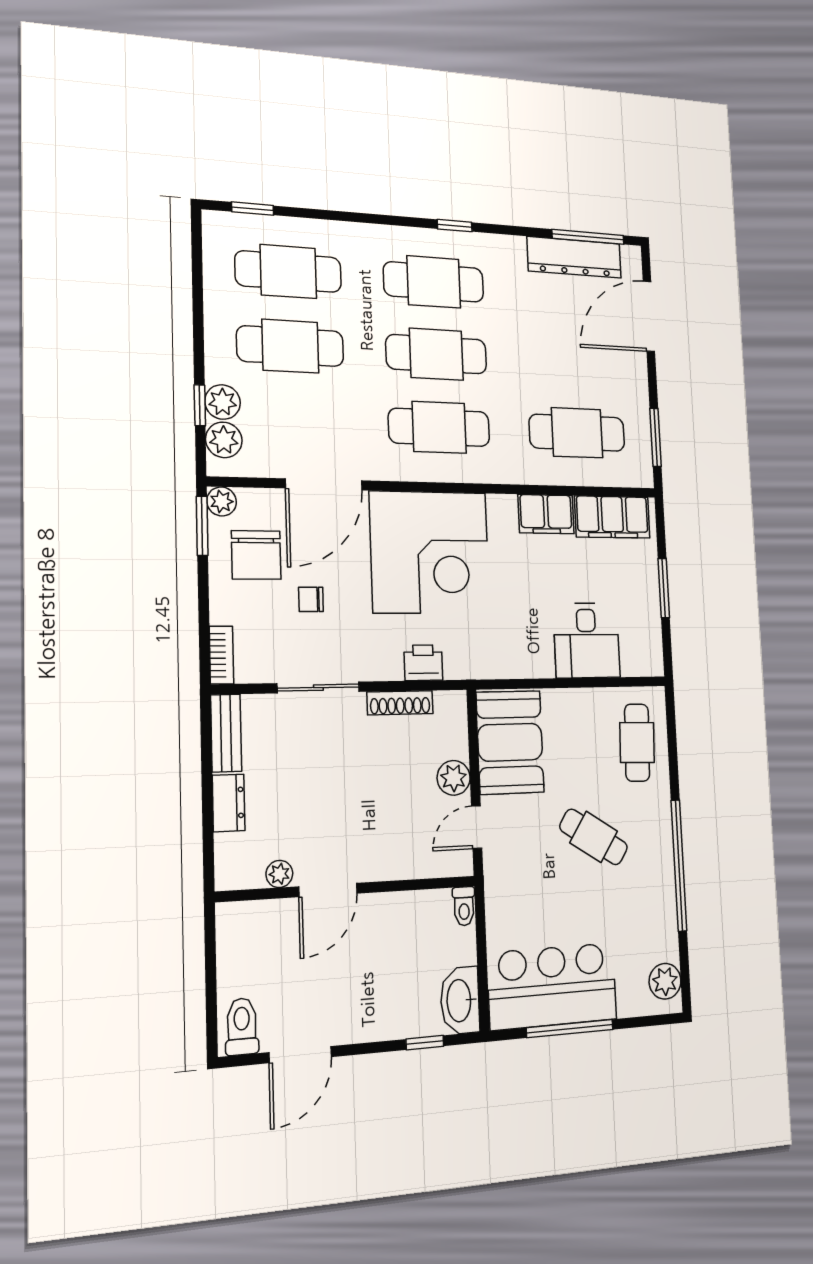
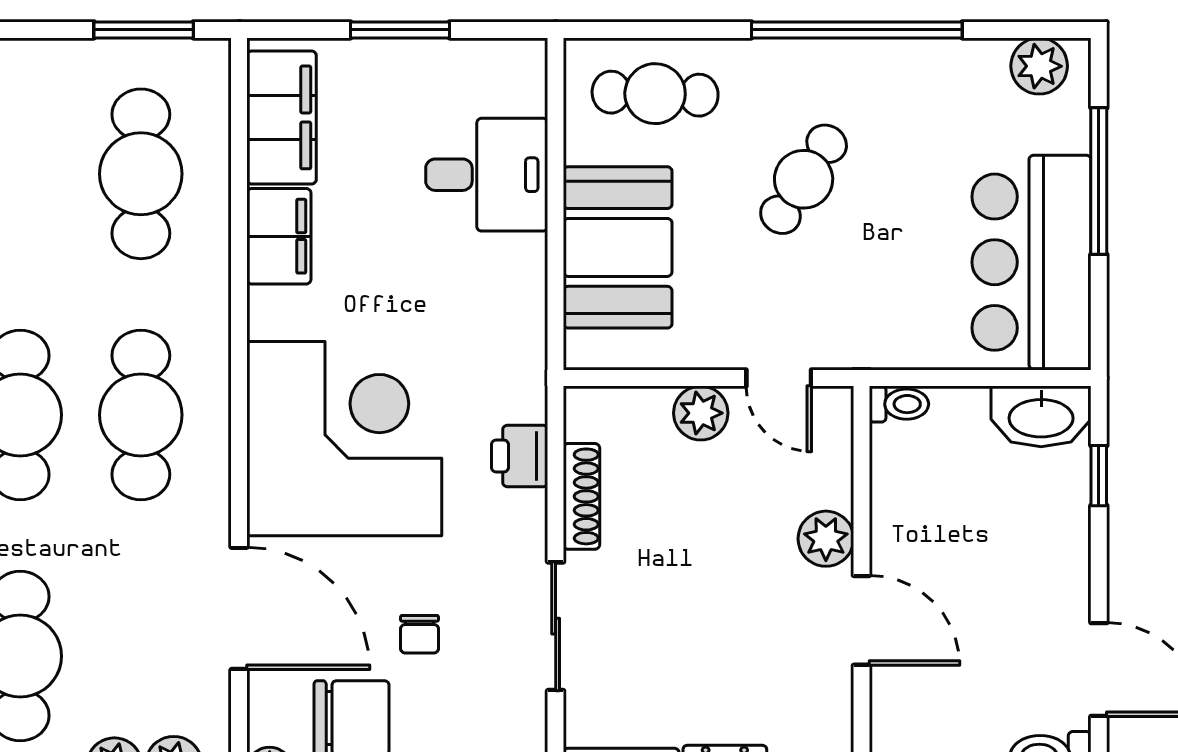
booth: (510, 742) -> (618, 247), moved, turned 90
plant: (279, 874) -> (826, 539), moved, width x1.38, depth x1.38
window: (570, 1029) -> (1099, 181), moved

